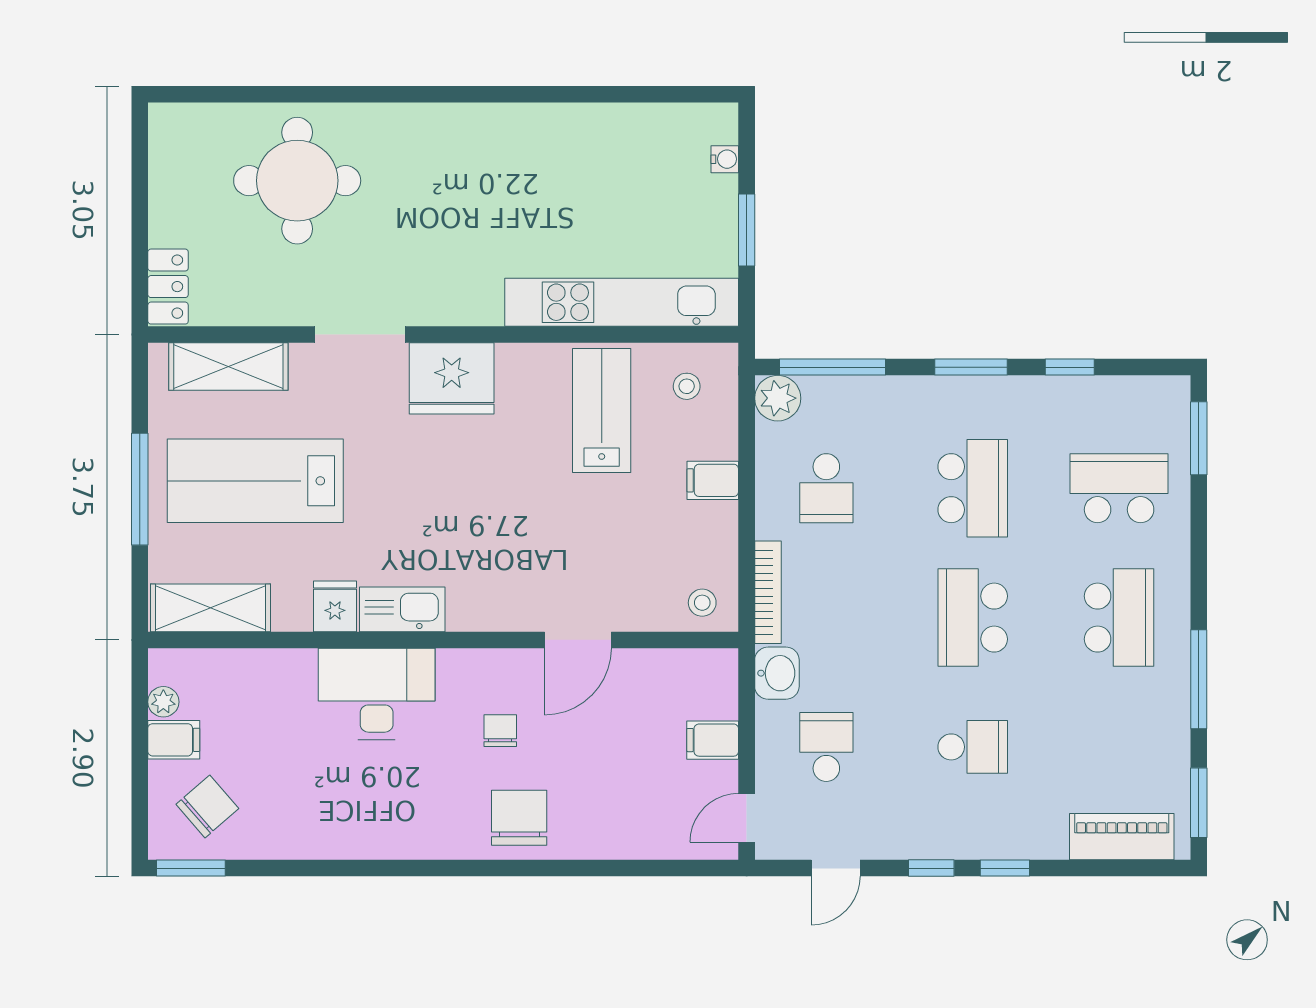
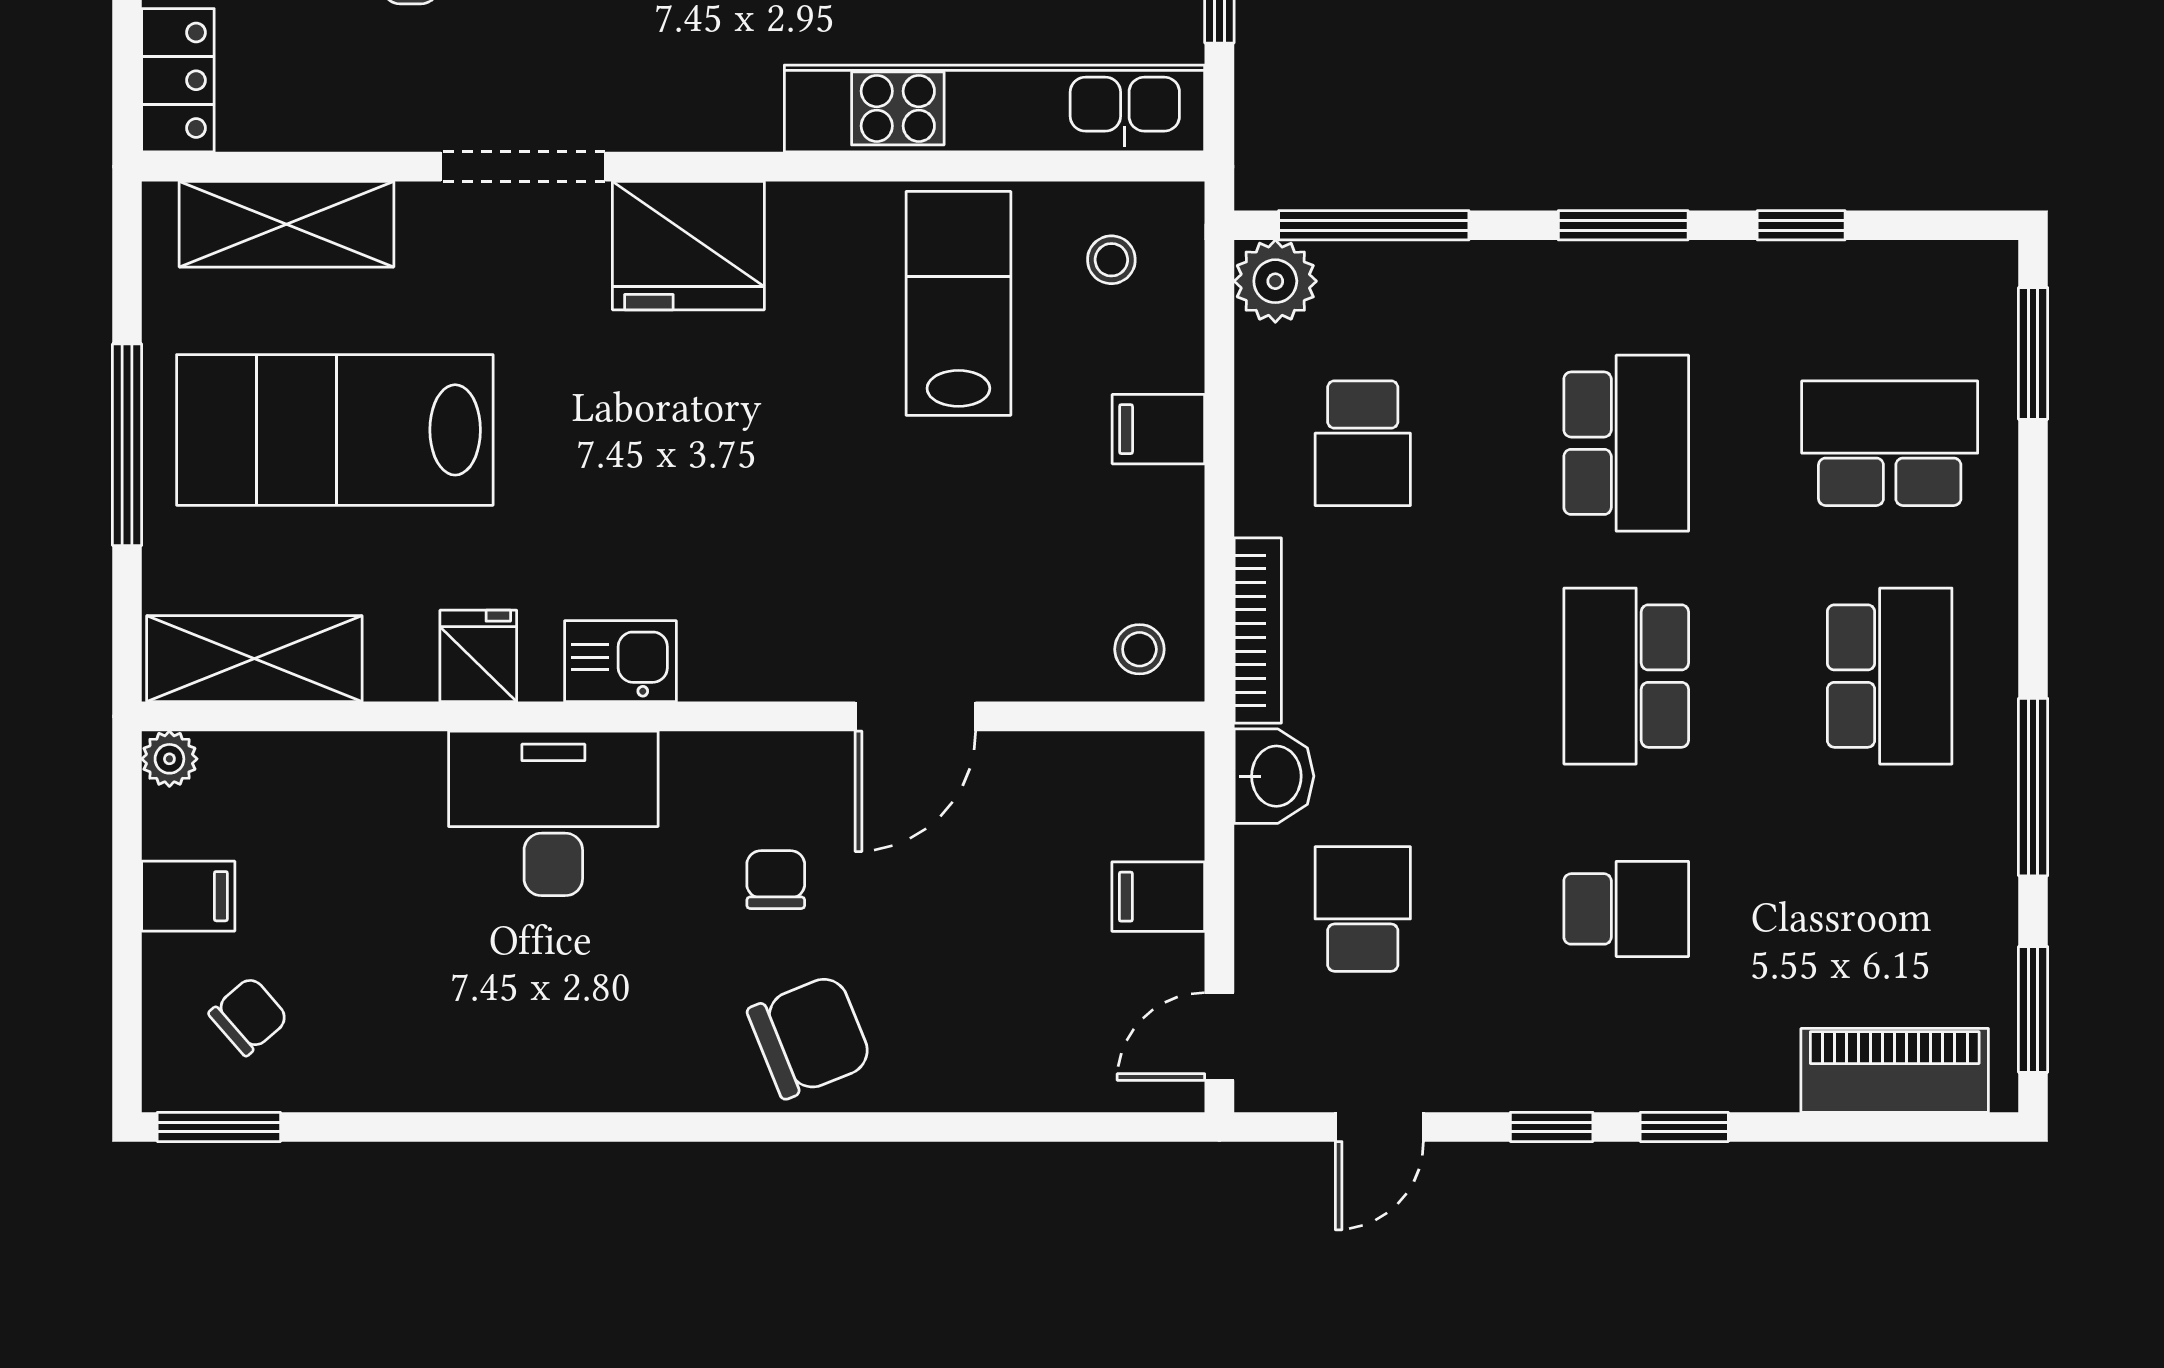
kitchen sink: (402, 609) -> (620, 661), width x0.73
plant: (163, 702) -> (169, 759), moved
chair: (207, 806) -> (249, 1016), width x0.73, depth x0.73
chair: (519, 818) -> (810, 1036), turned 68

